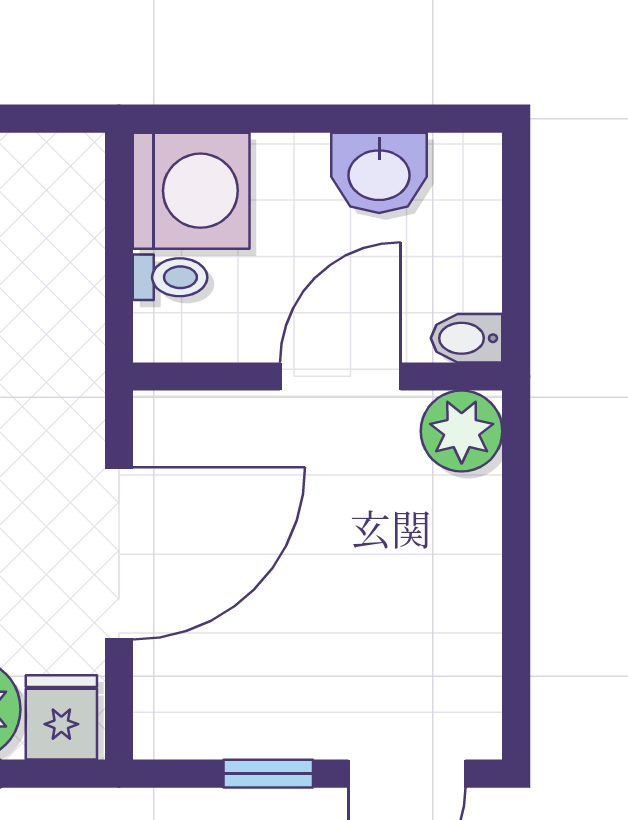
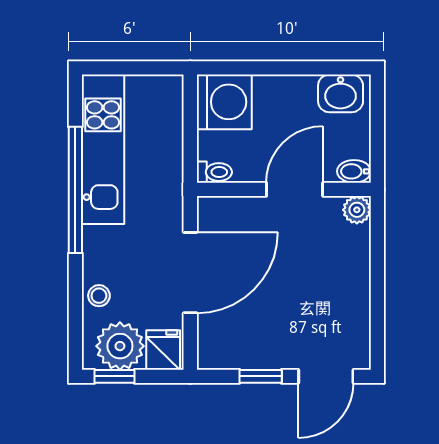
washbasin: (379, 173) -> (341, 93), moved
toilet: (170, 277) -> (214, 172), moved
plant: (462, 431) -> (357, 210), width x0.73, depth x0.73

